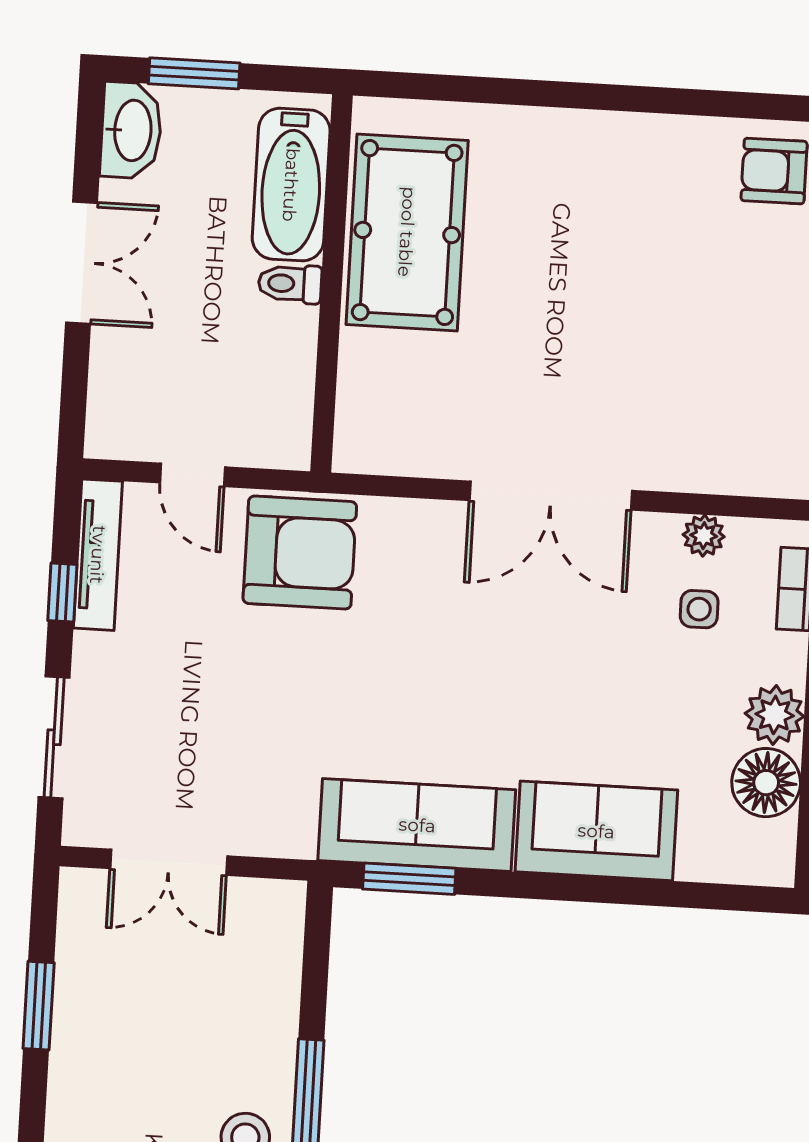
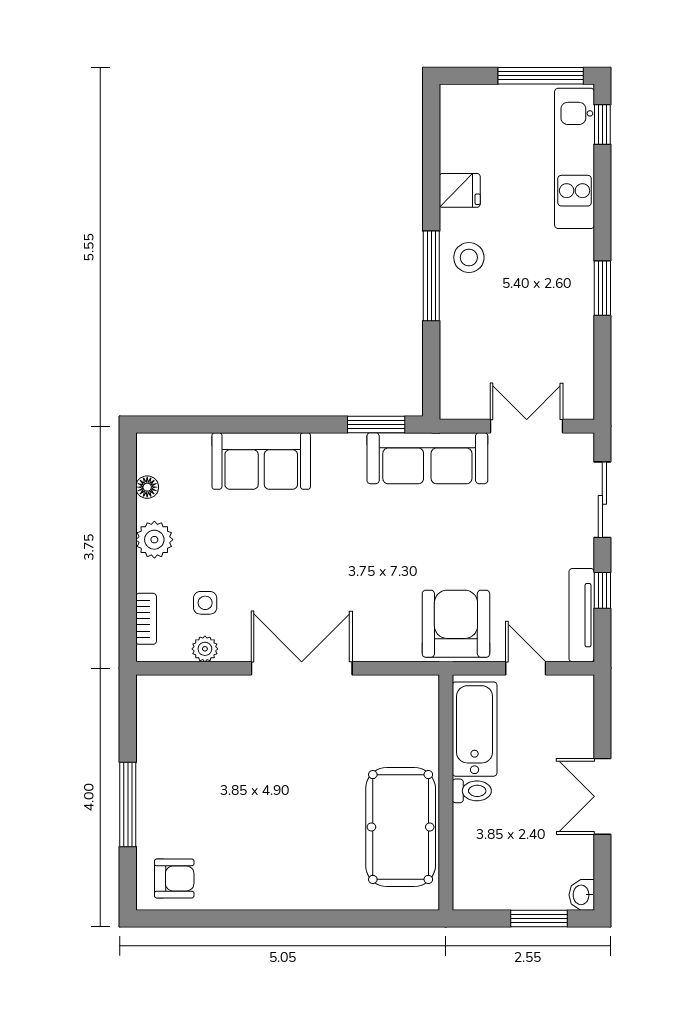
washbasin: (131, 130) -> (582, 895), width x0.52, depth x0.69
bathtub: (291, 185) -> (475, 729), moved
armchair: (300, 553) -> (456, 624), turned 90
floor lamp: (766, 783) -> (147, 487), width x0.53, depth x0.53
sofa: (417, 825) -> (427, 458), moved
window: (39, 1006) -> (602, 288), moved

